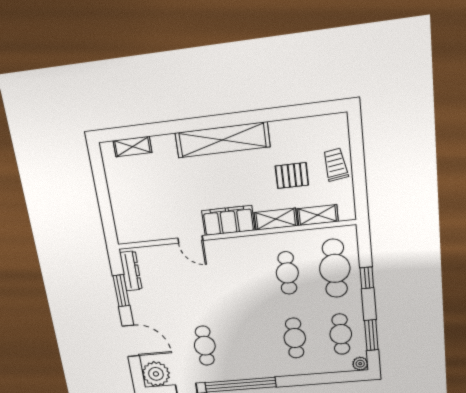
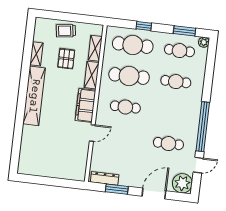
shelving: (132, 147) -> (36, 54), moved
cafe table: (287, 273) -> (129, 76), width x1.37, depth x1.35
cafe table: (241, 277) -> (125, 107), added

